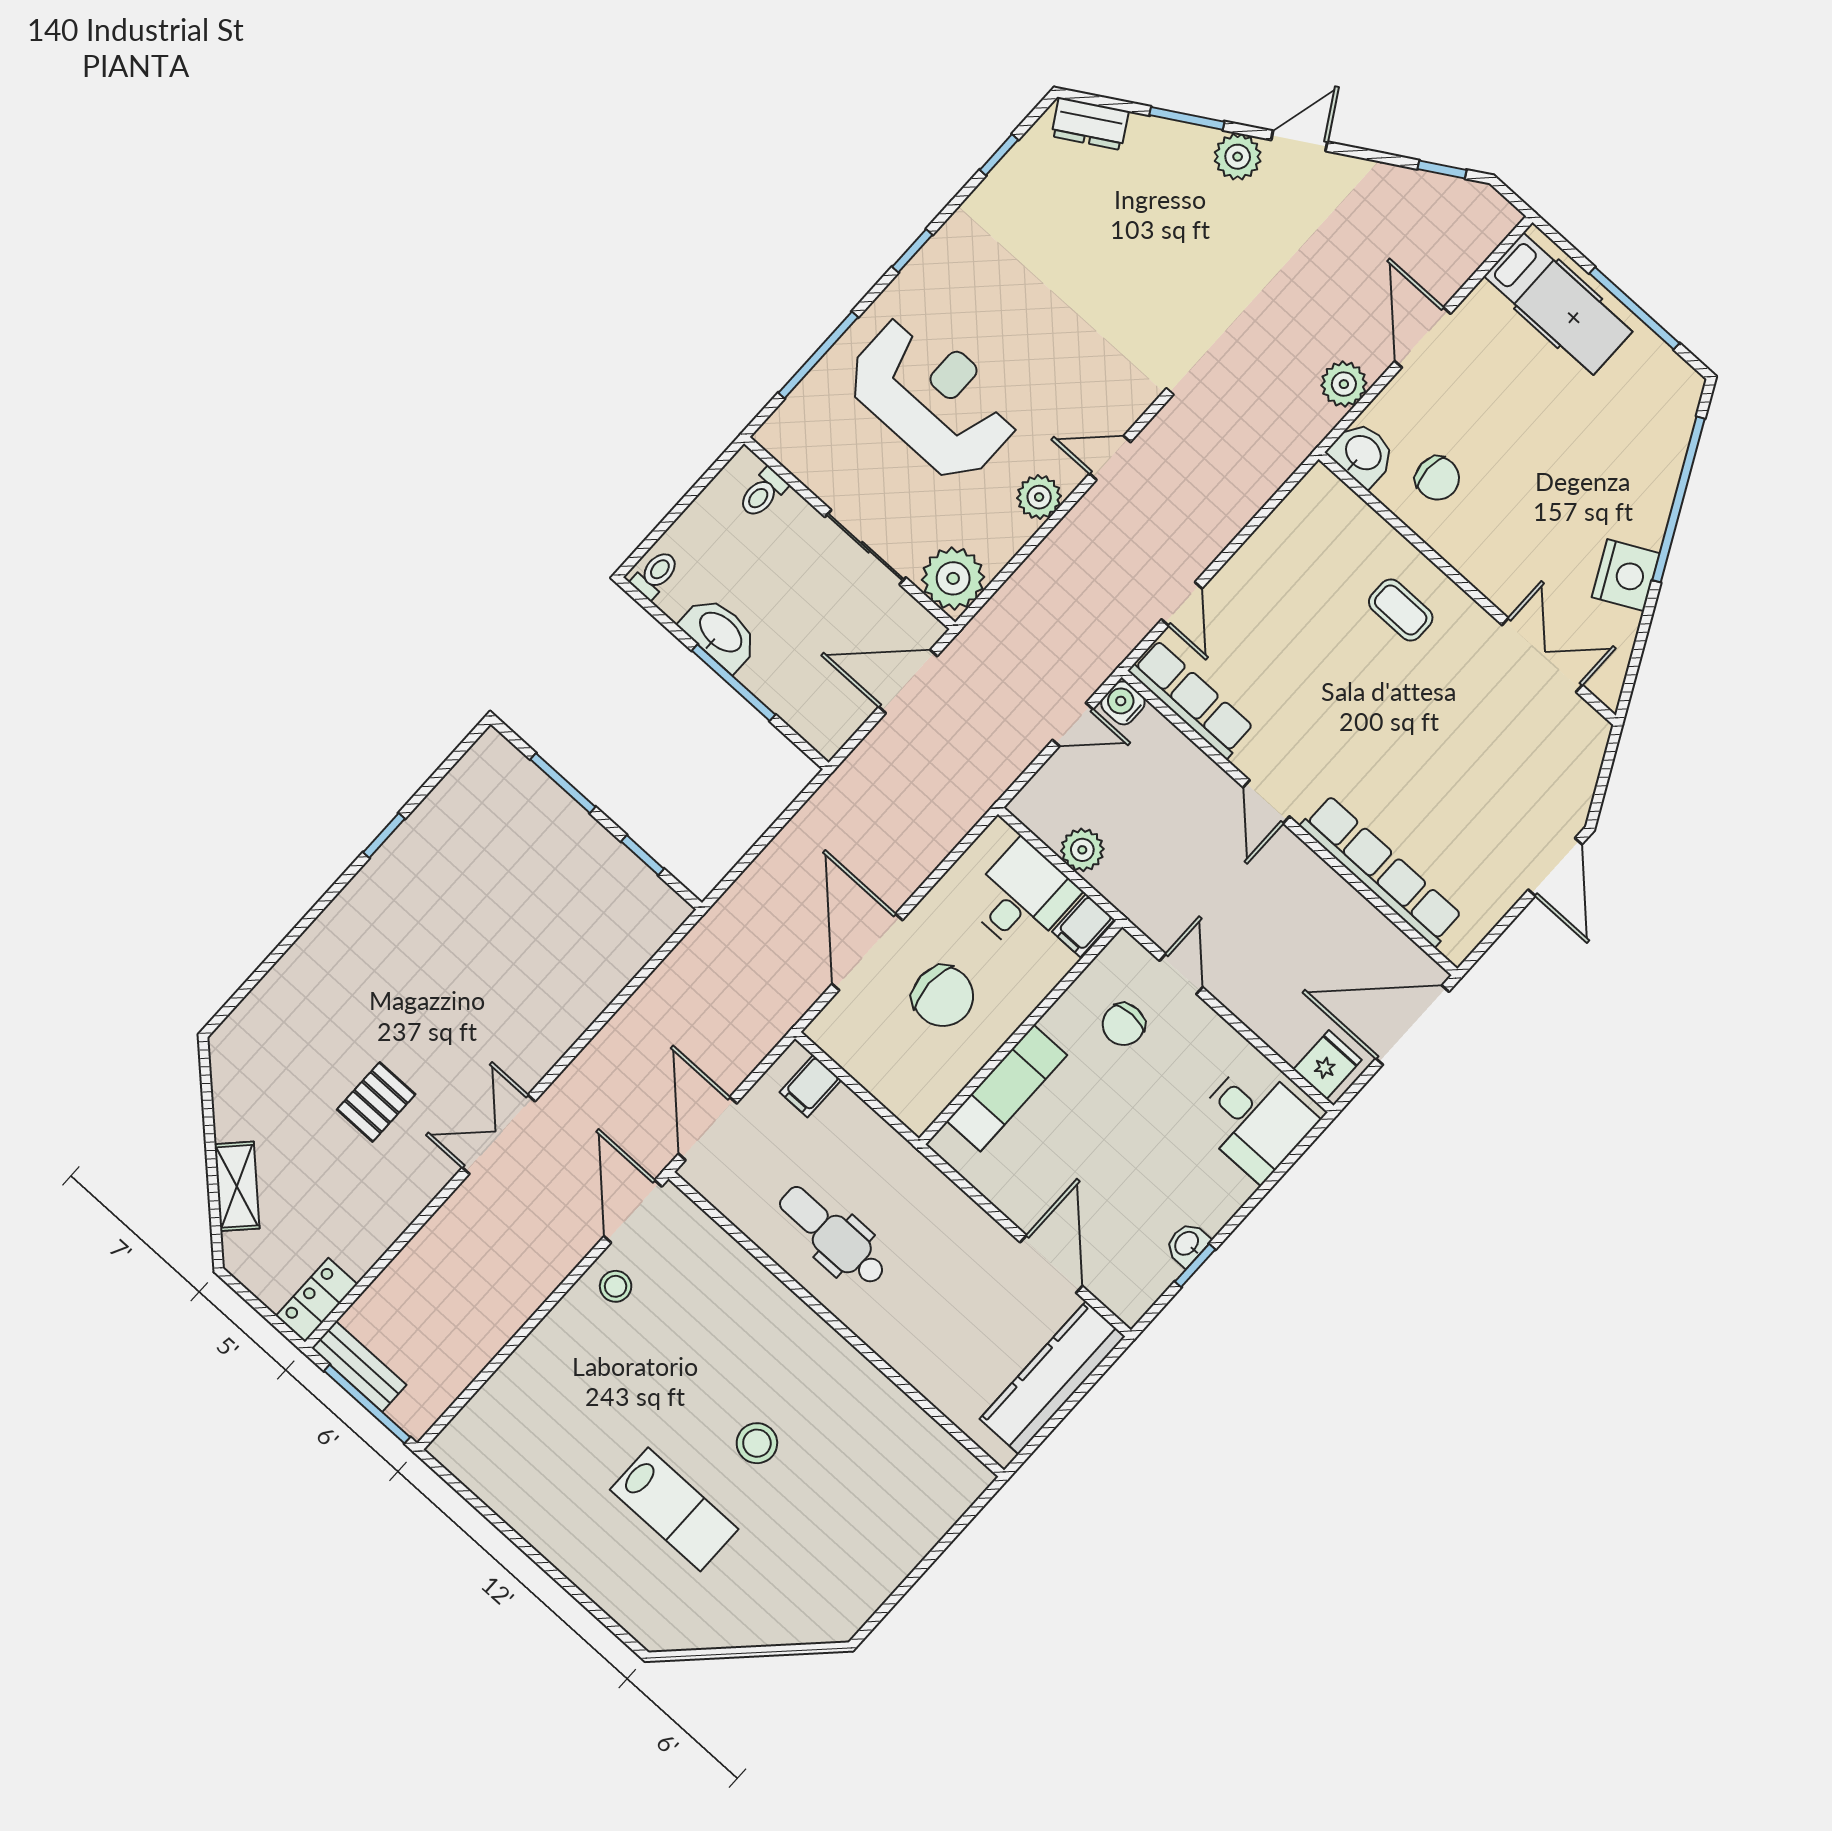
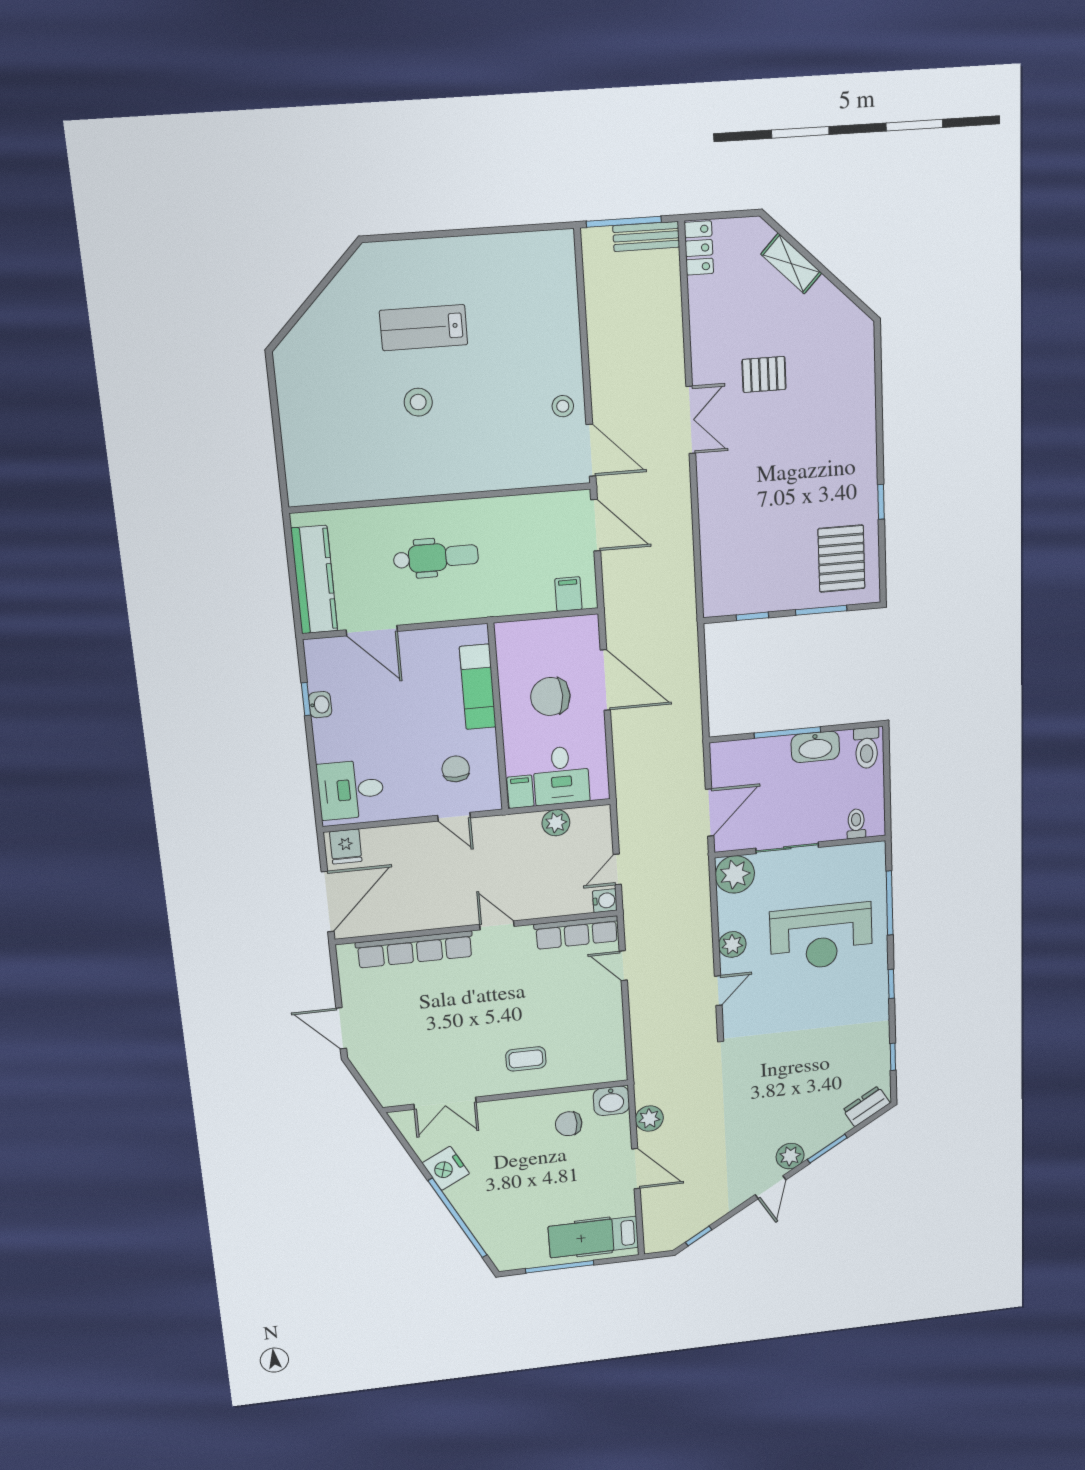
toilet: (655, 574) -> (866, 748), width x1.37, depth x1.39
pallet: (486, 818) -> (841, 559), added
pallet: (376, 1102) -> (764, 374), turned 90
dental chair: (833, 1236) -> (436, 557), moved

